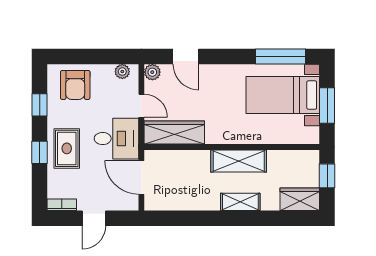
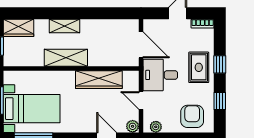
wardrobe: (174, 132) -> (99, 80), moved

